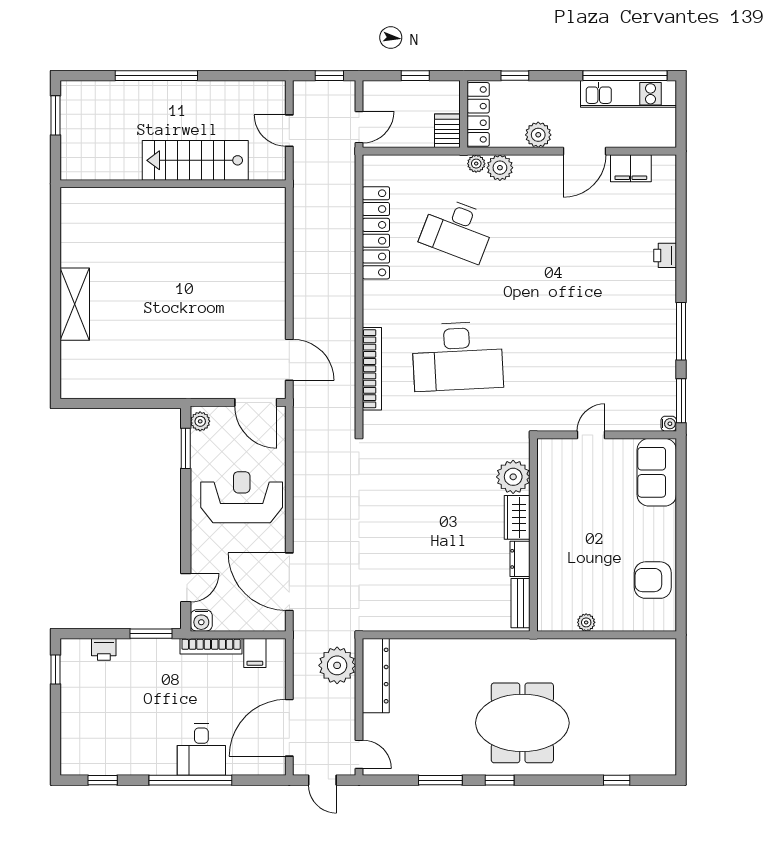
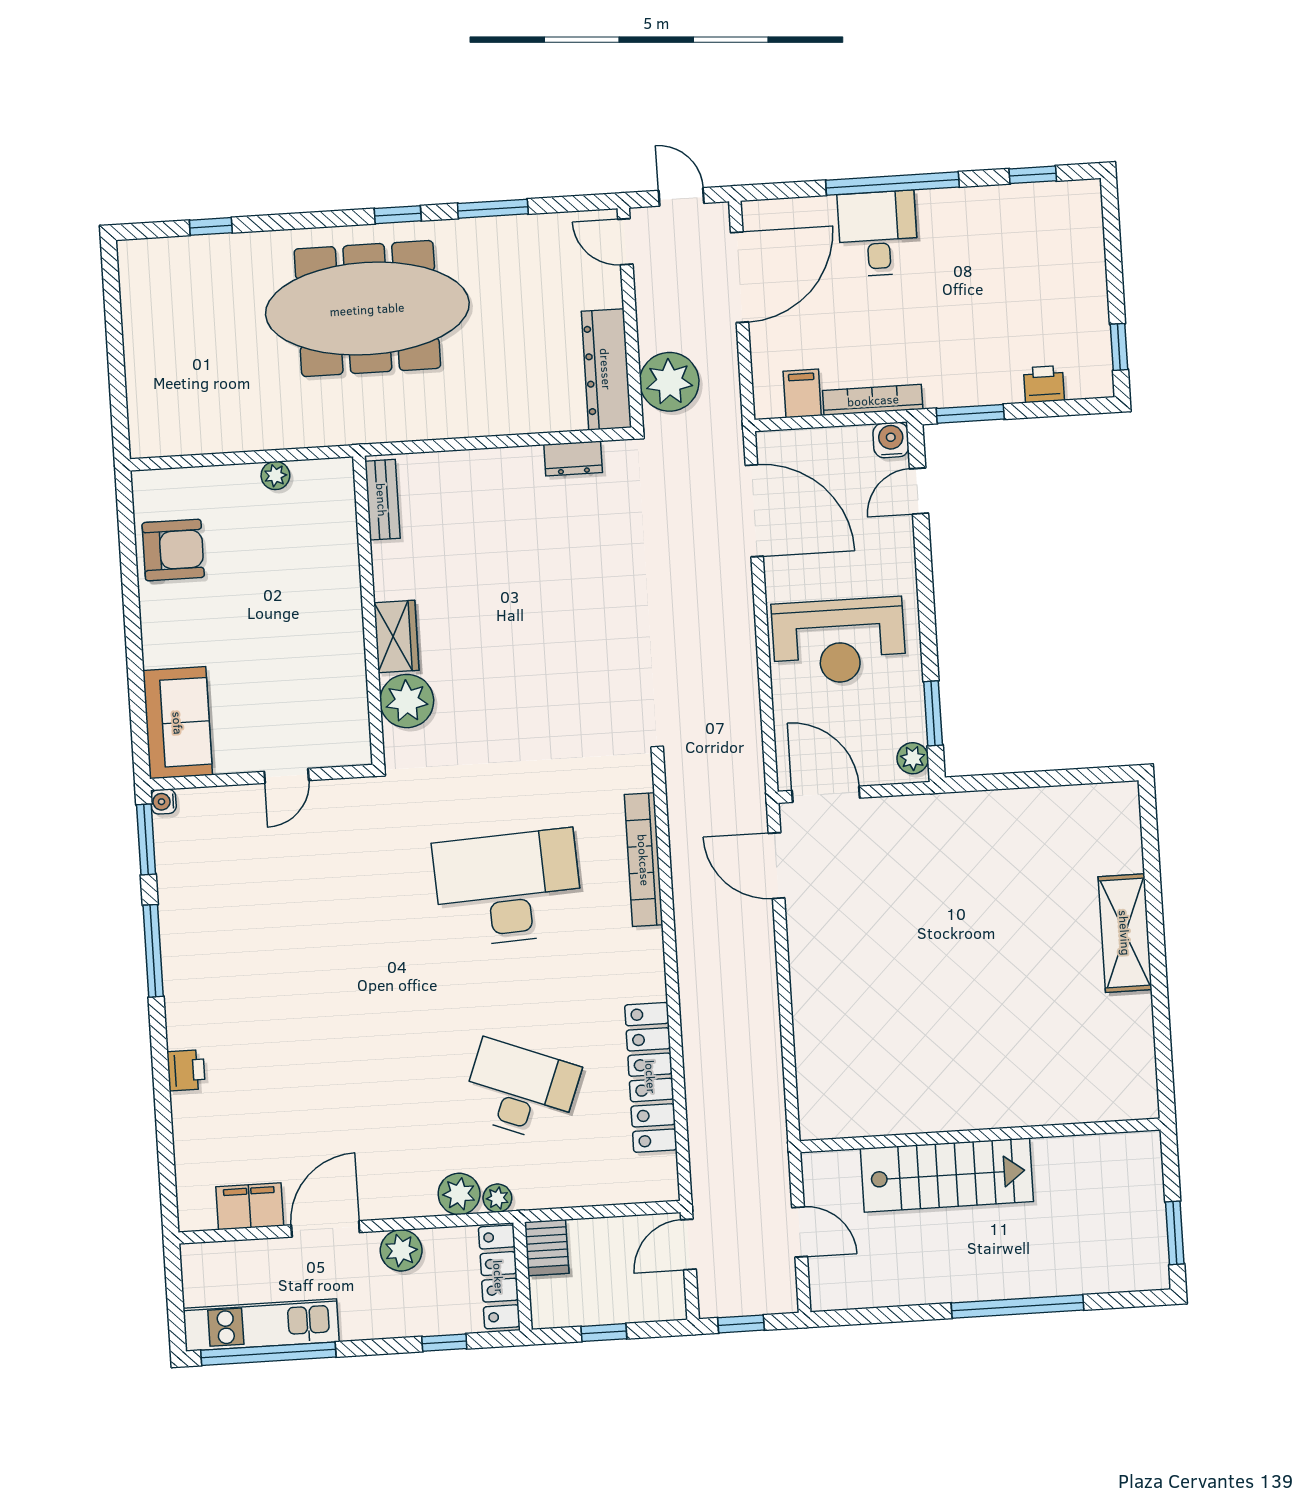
dresser: (520, 559) -> (573, 458), moved, turned 90
meeting table: (522, 723) -> (367, 309), width x1.36

